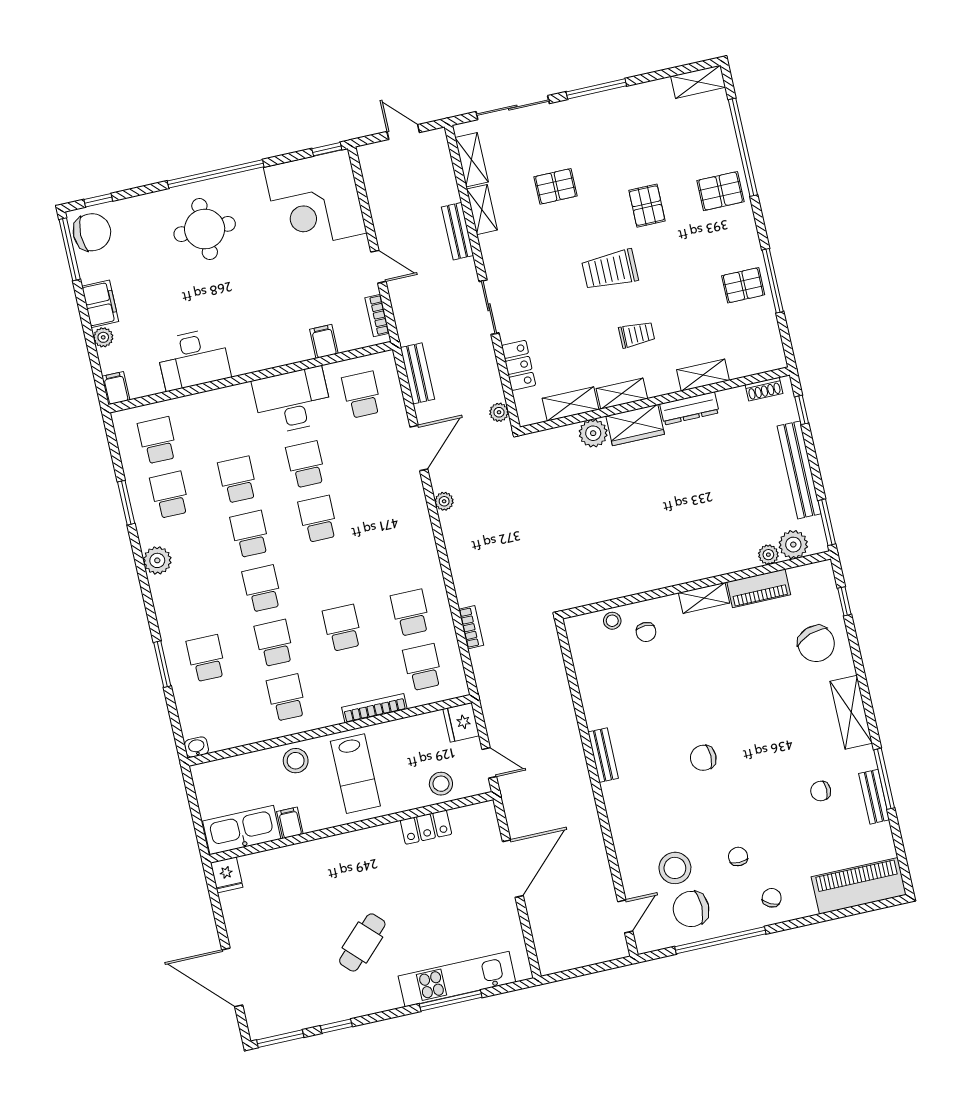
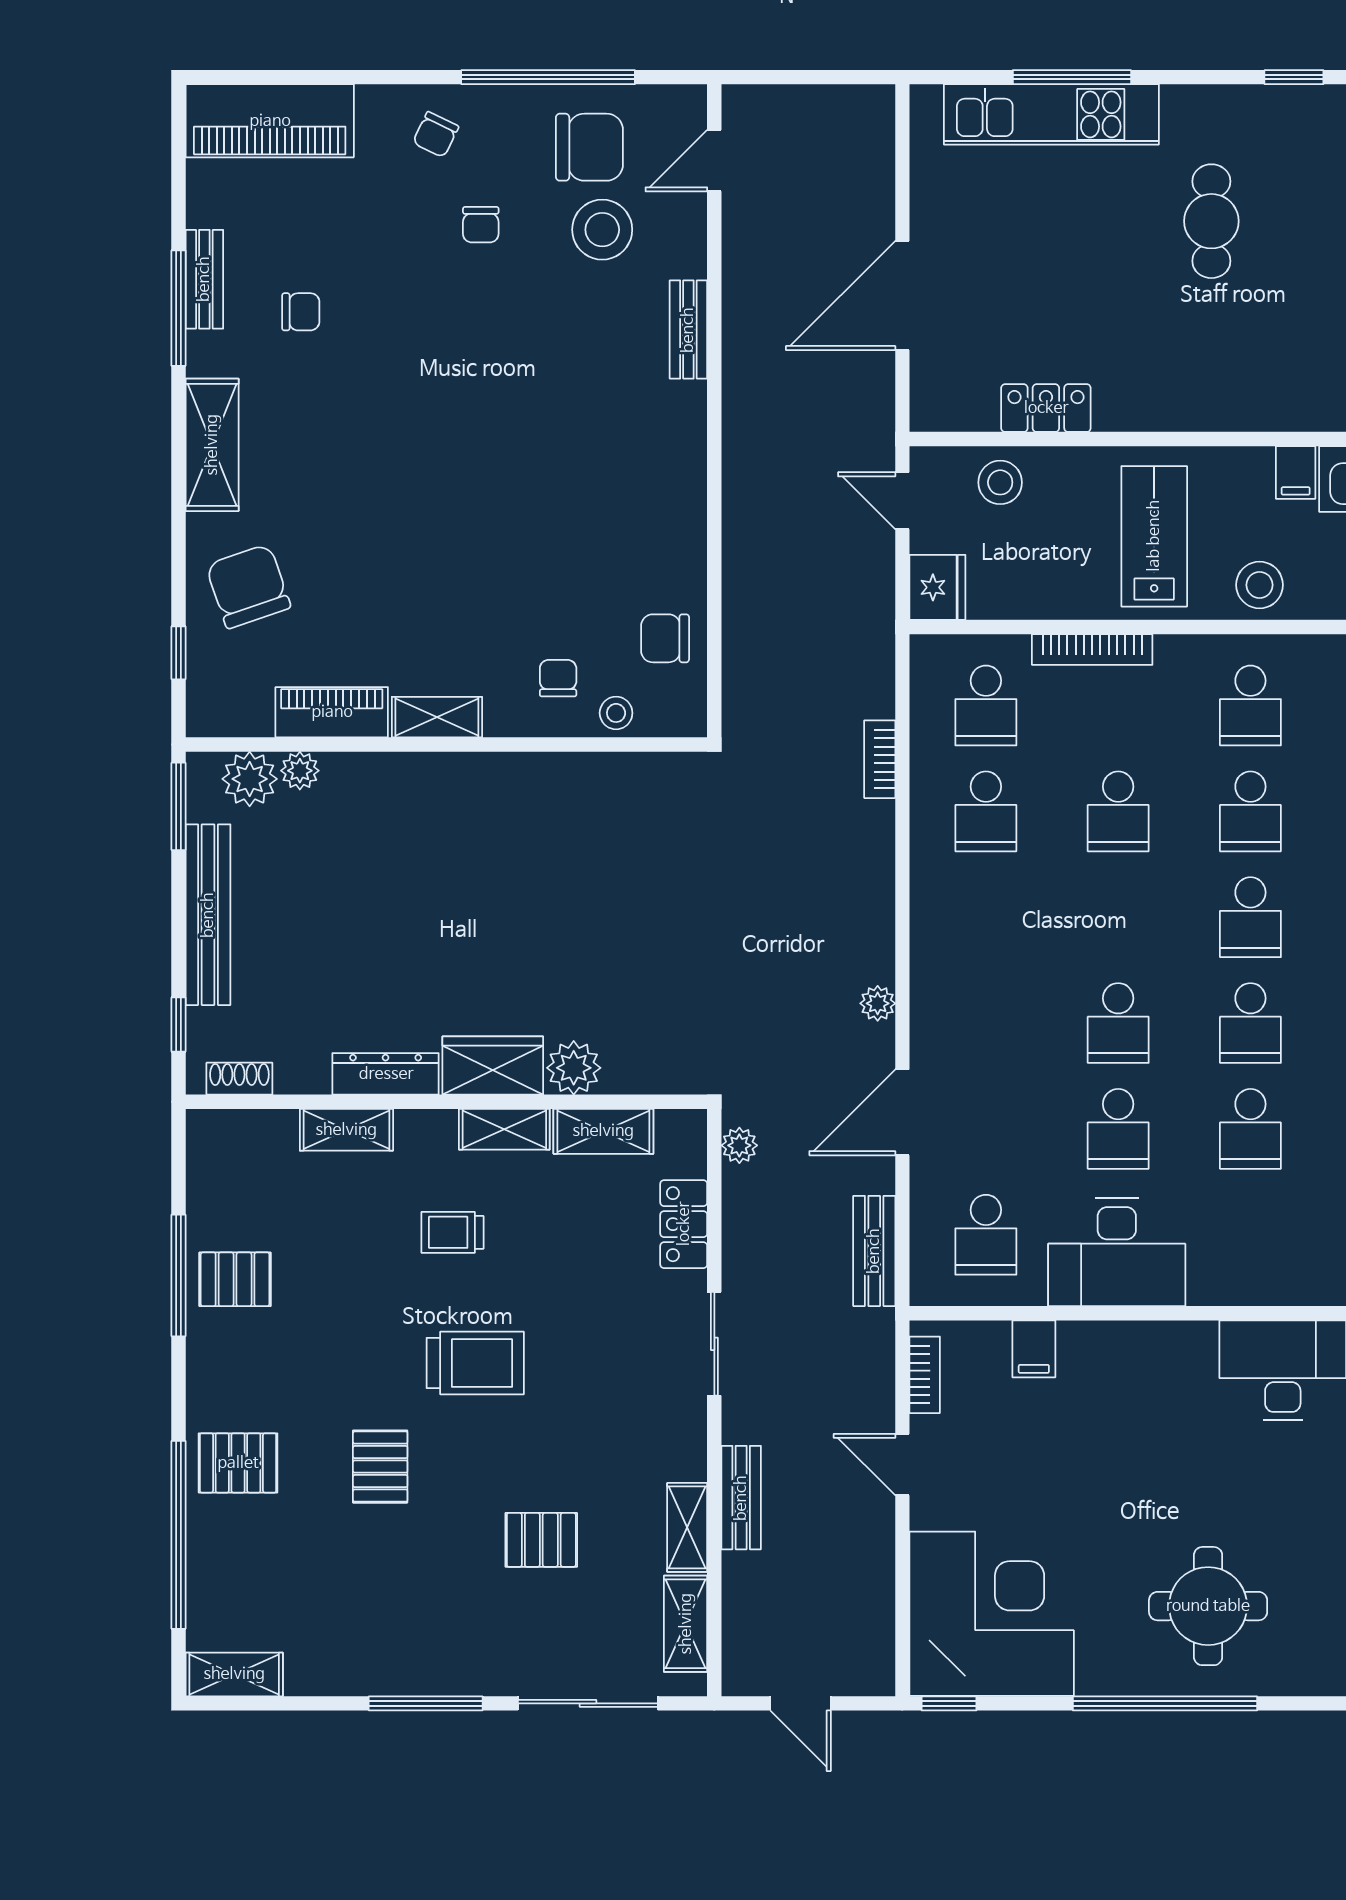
bench: (603, 755) -> (688, 330), moved
chair: (703, 758) -> (665, 638), moved, turned 180
cafe table: (362, 942) -> (1211, 221), turned -45

